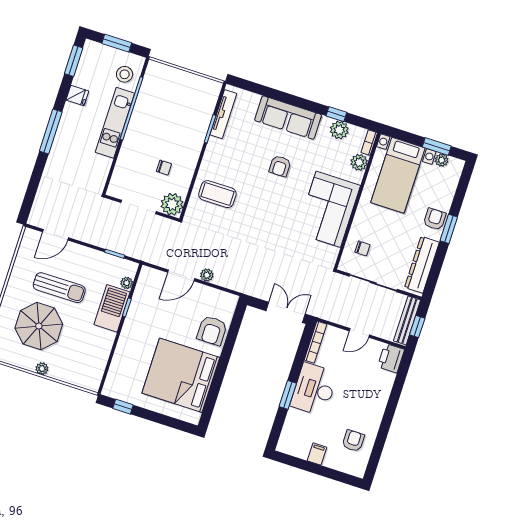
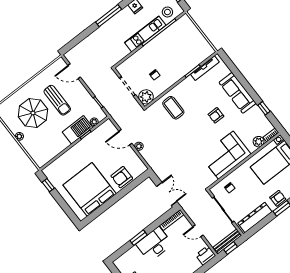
plant: (339, 130) -> (260, 118), removed

